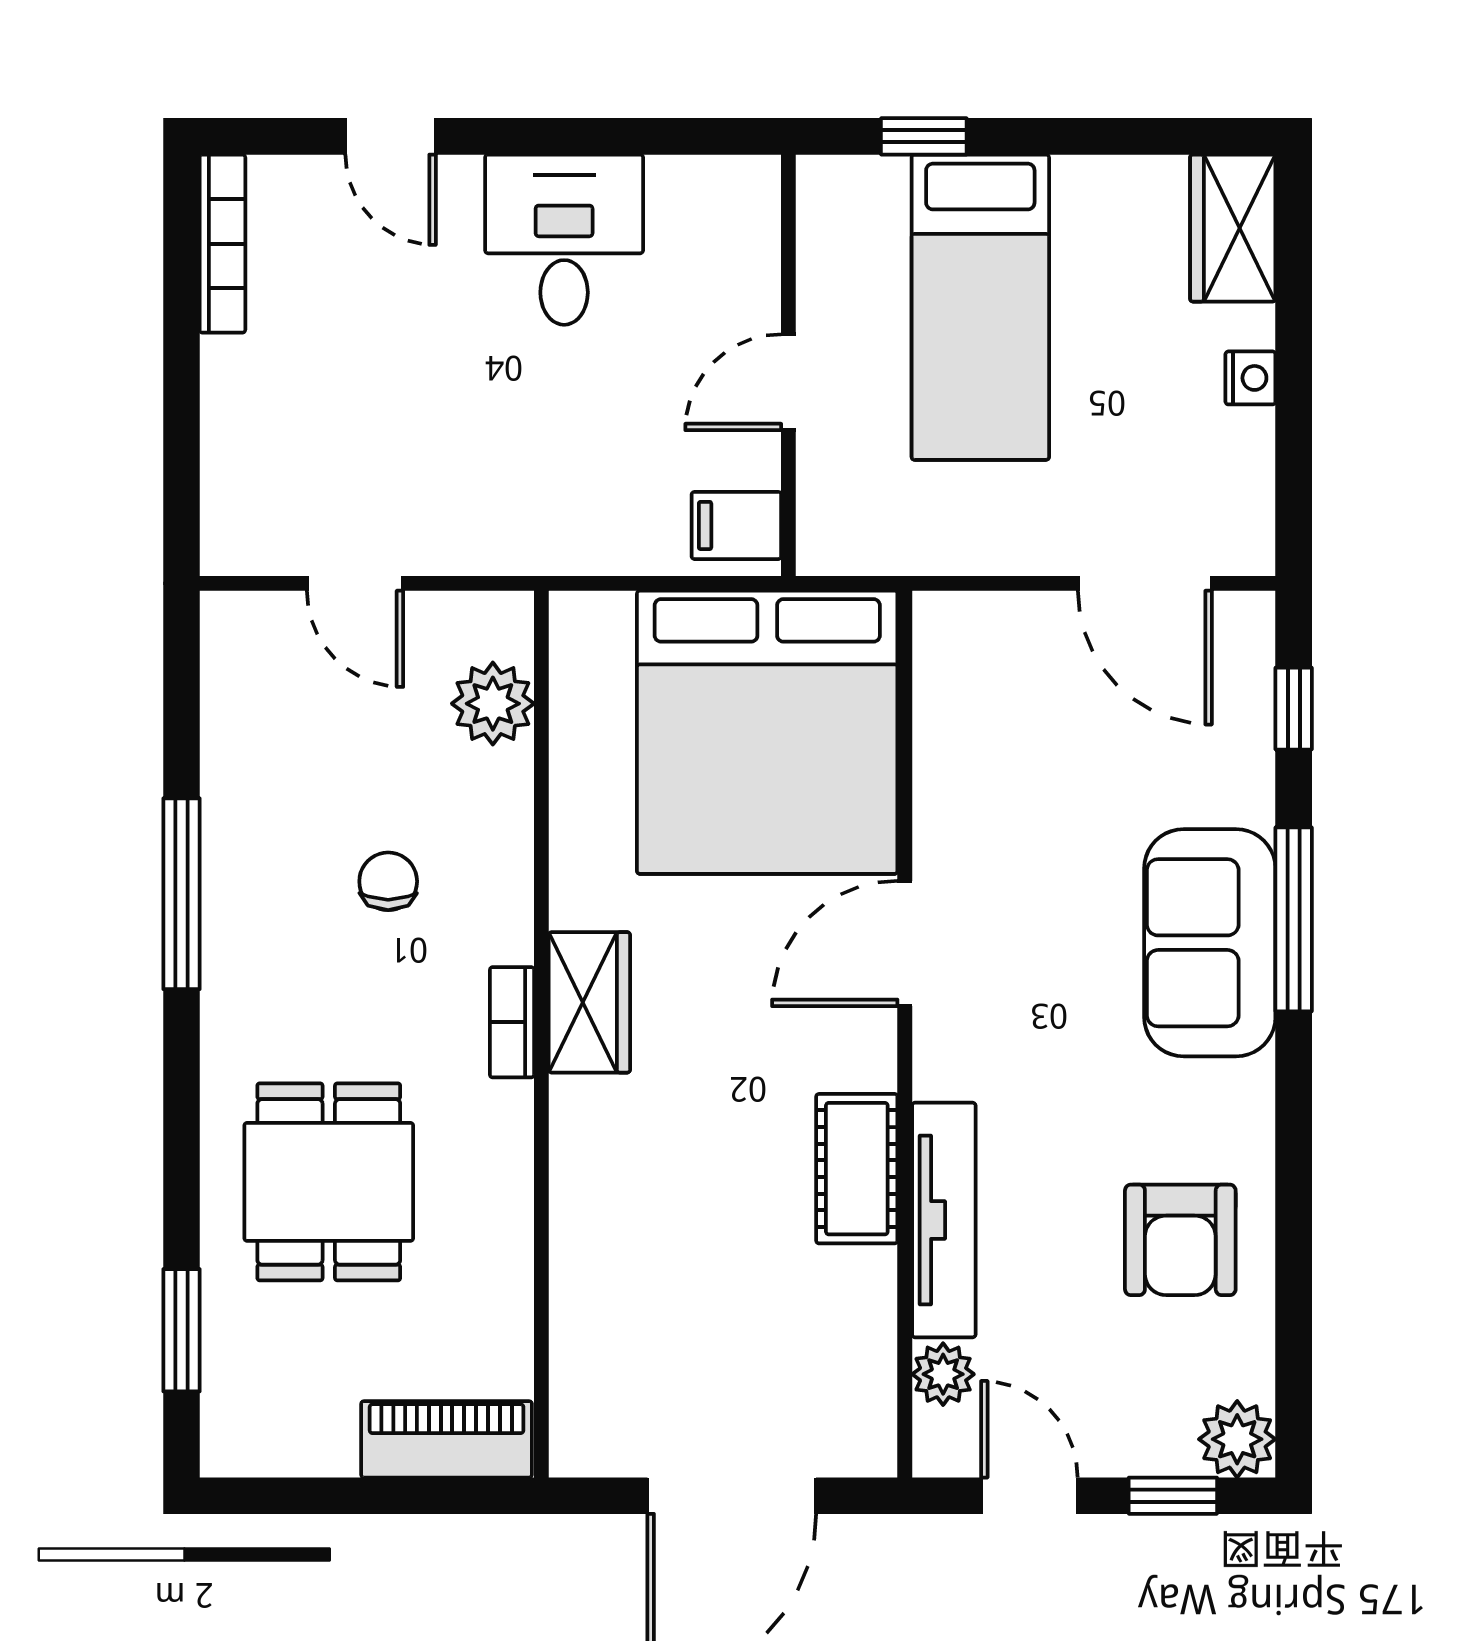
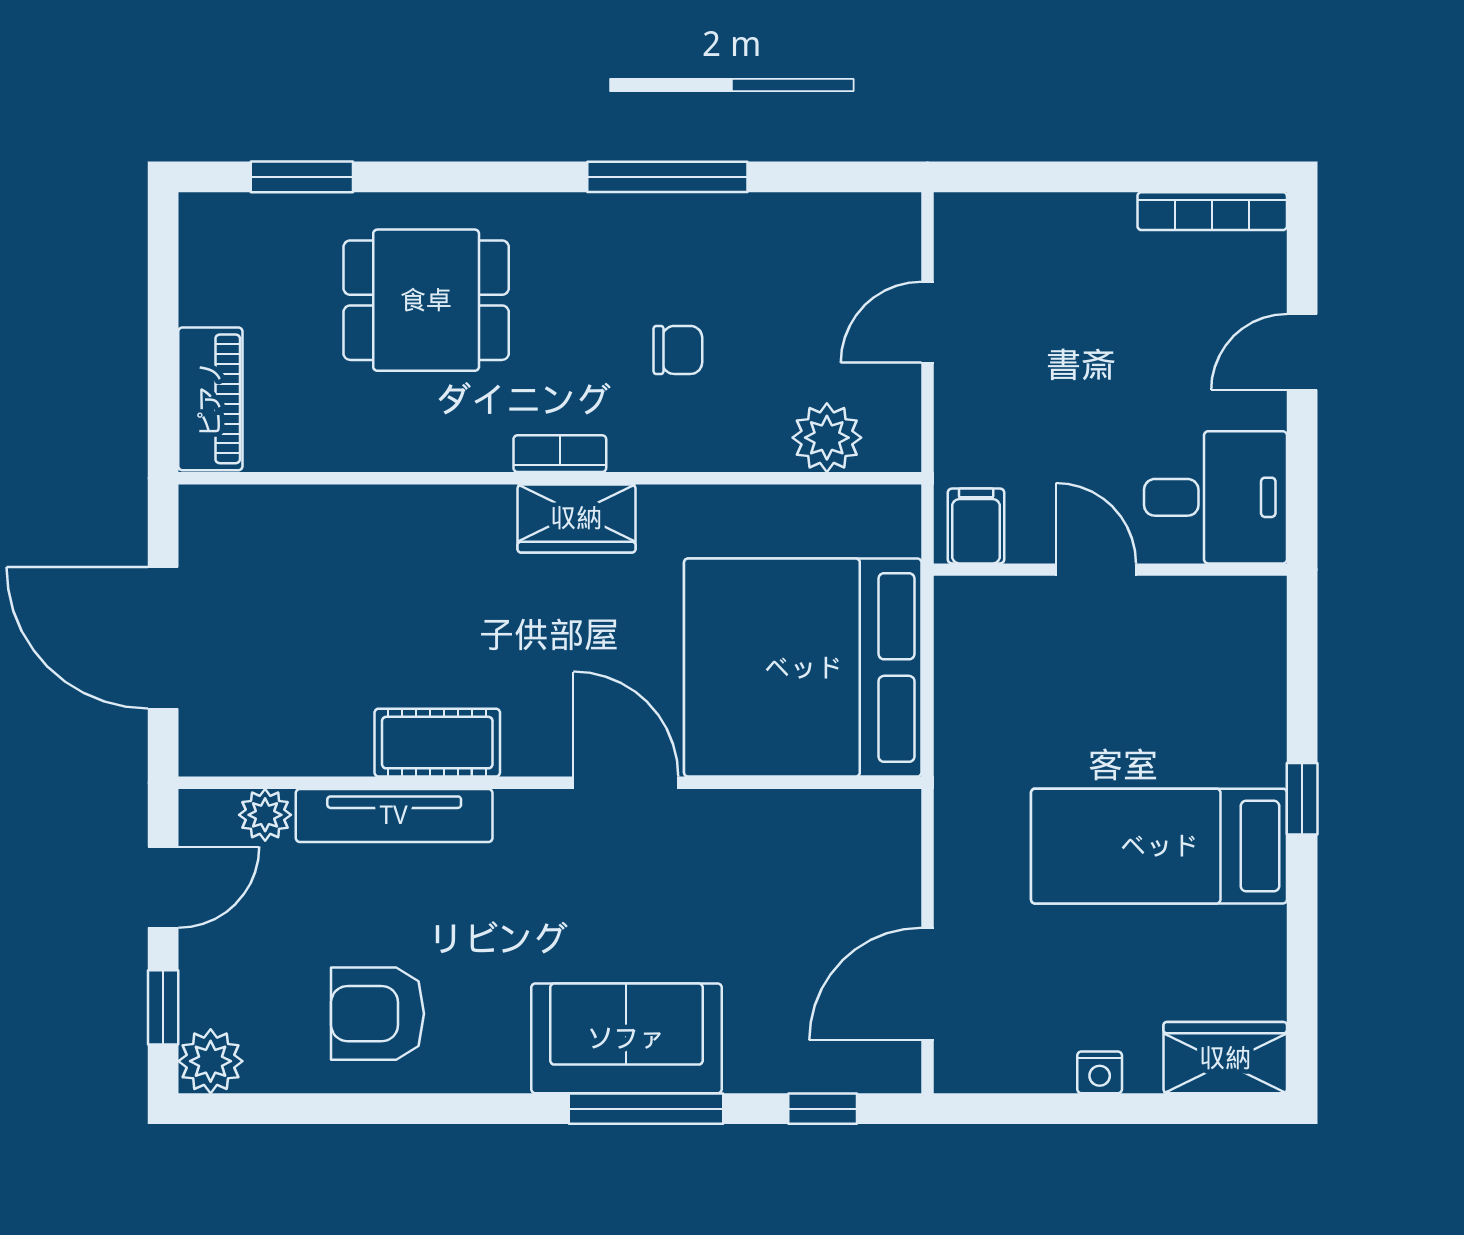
wall: (788, 365) -> (1110, 570), moved
door: (788, 382) -> (1096, 570), moved
filing cabinet: (736, 525) -> (976, 526), moved

